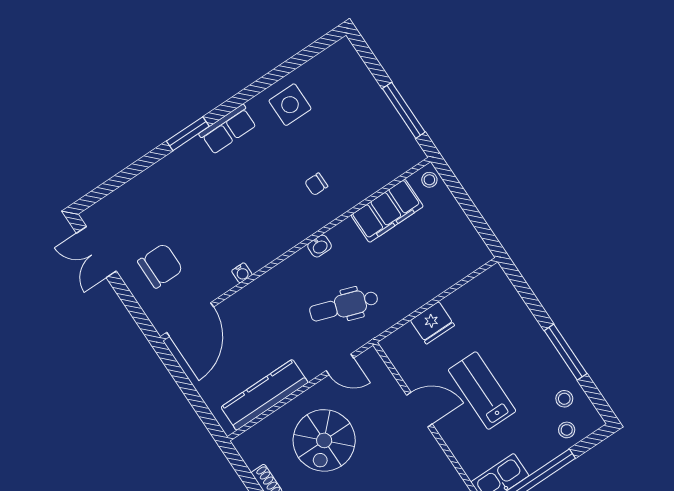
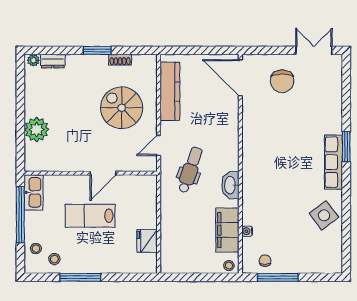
side table: (290, 105) -> (324, 215), turned -37
row of seats: (228, 129) -> (333, 162), width x1.48
chair: (316, 184) -> (265, 261), moved
washbasin: (320, 246) -> (230, 185), width x1.91, depth x1.45
water cooler: (242, 273) -> (247, 231), moved
fridge: (432, 323) -> (147, 241), moved
lab bench: (482, 391) -> (90, 216), turned 180

